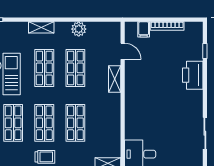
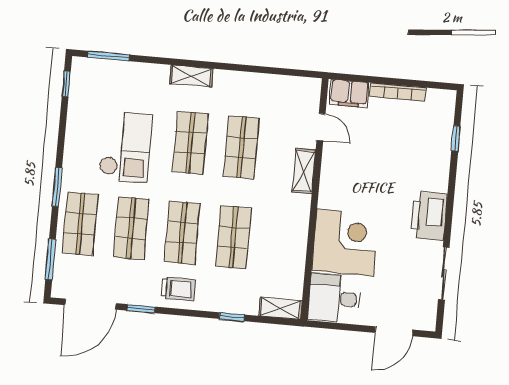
plant: (79, 29) -> (252, 84), removed
filing cabinet: (144, 29) -> (349, 93), width x2.00
printer: (193, 75) -> (429, 216), moved
corner desk: (143, 120) -> (345, 242), added

